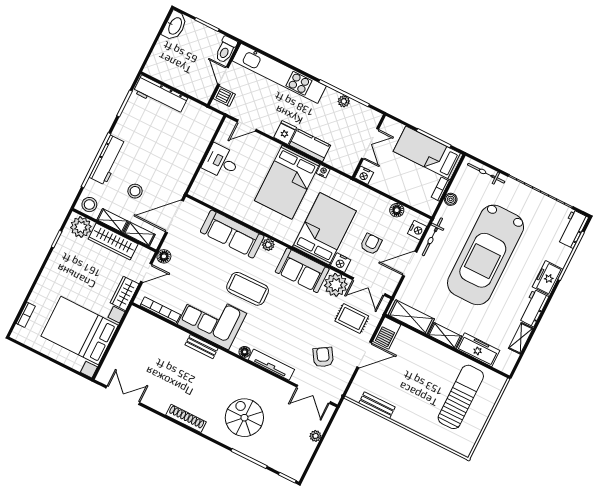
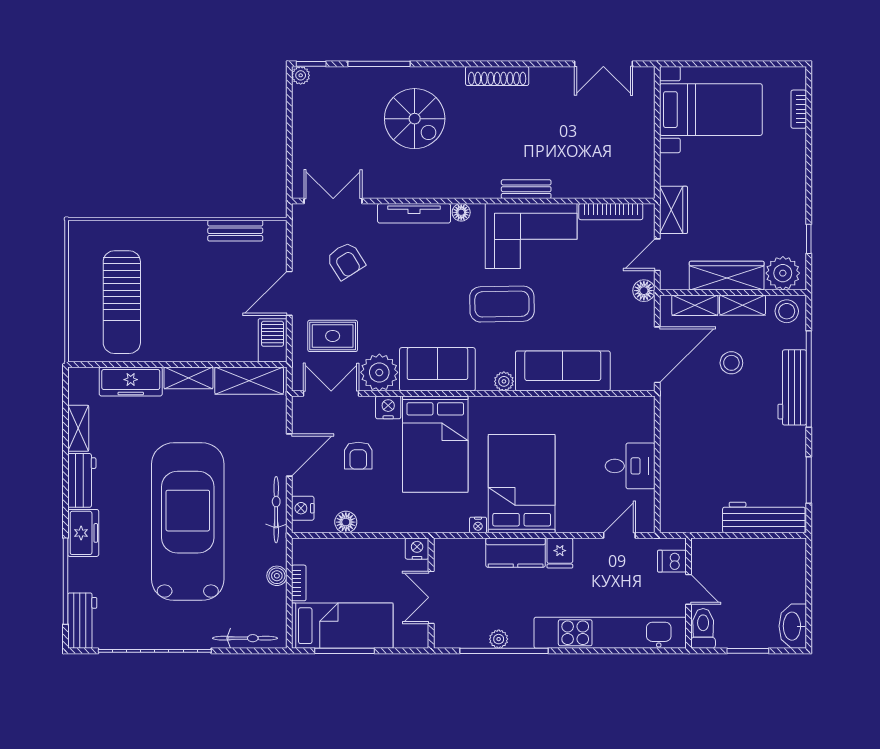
bed with nightstands: (80, 331) -> (711, 110), width x0.73
plant: (315, 436) -> (301, 75), moved

